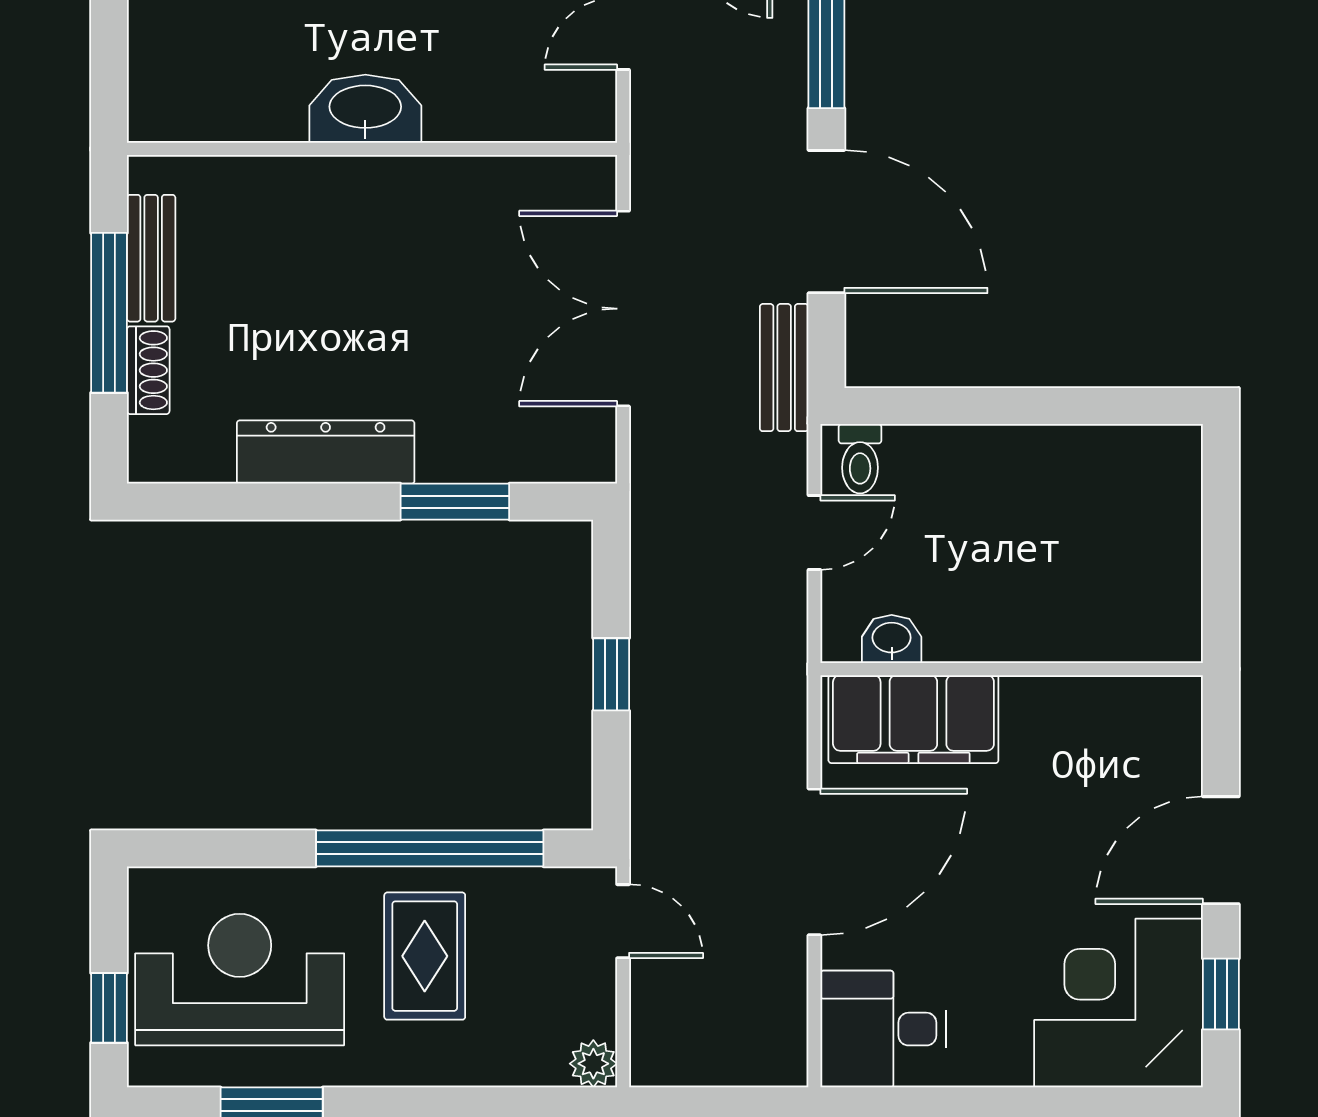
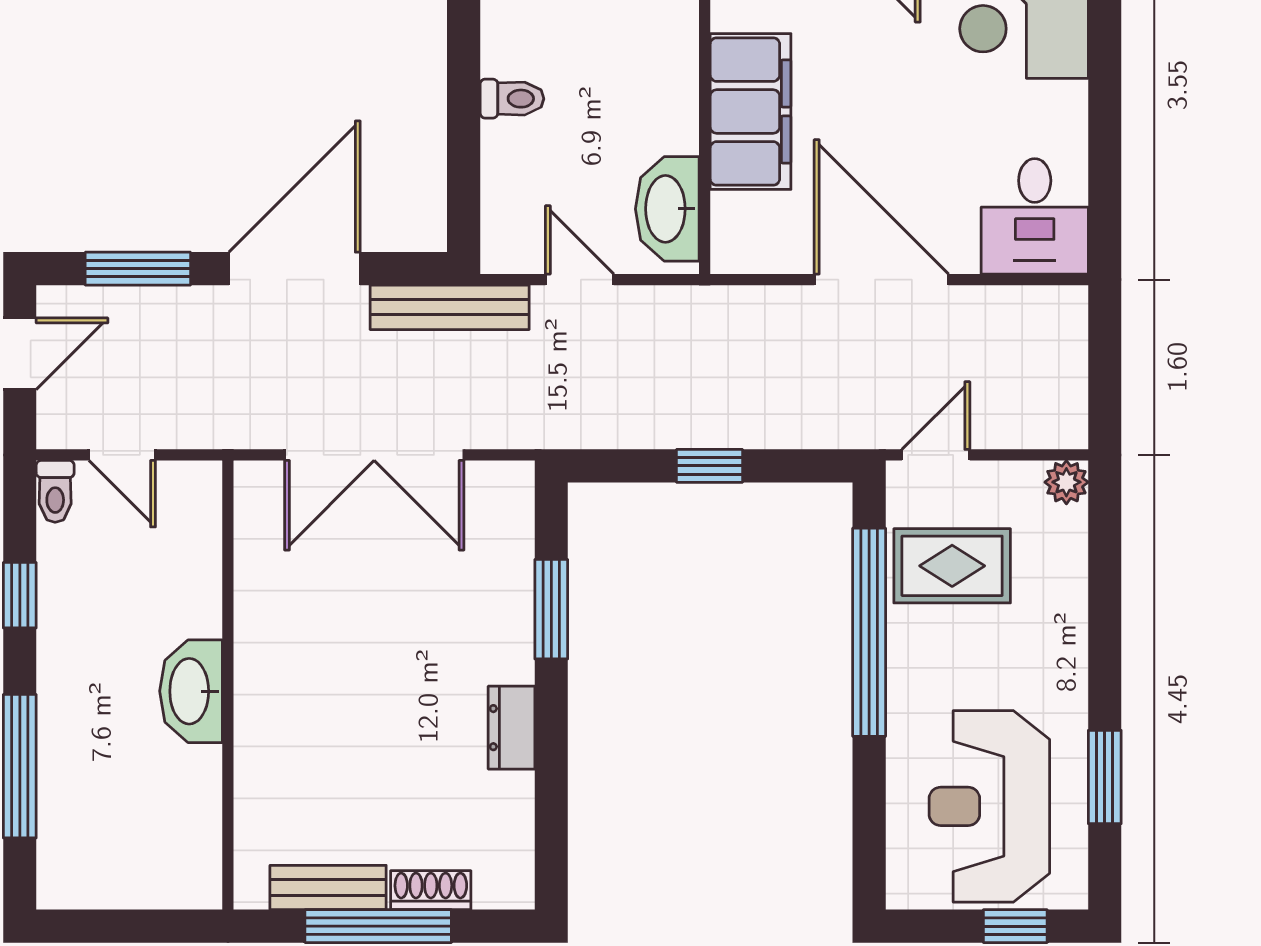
bench: (784, 368) -> (450, 307), width x1.36
dresser: (326, 452) -> (511, 728), width x0.51, depth x0.80
toilet: (860, 459) -> (512, 99), moved
washbasin: (892, 639) -> (667, 209), width x1.91, depth x1.45
filing cabinet: (913, 719) -> (751, 111), moved
rug: (425, 956) -> (952, 566), moved

